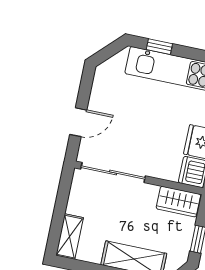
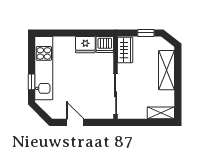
door: (78, 122) -> (75, 122), moved

